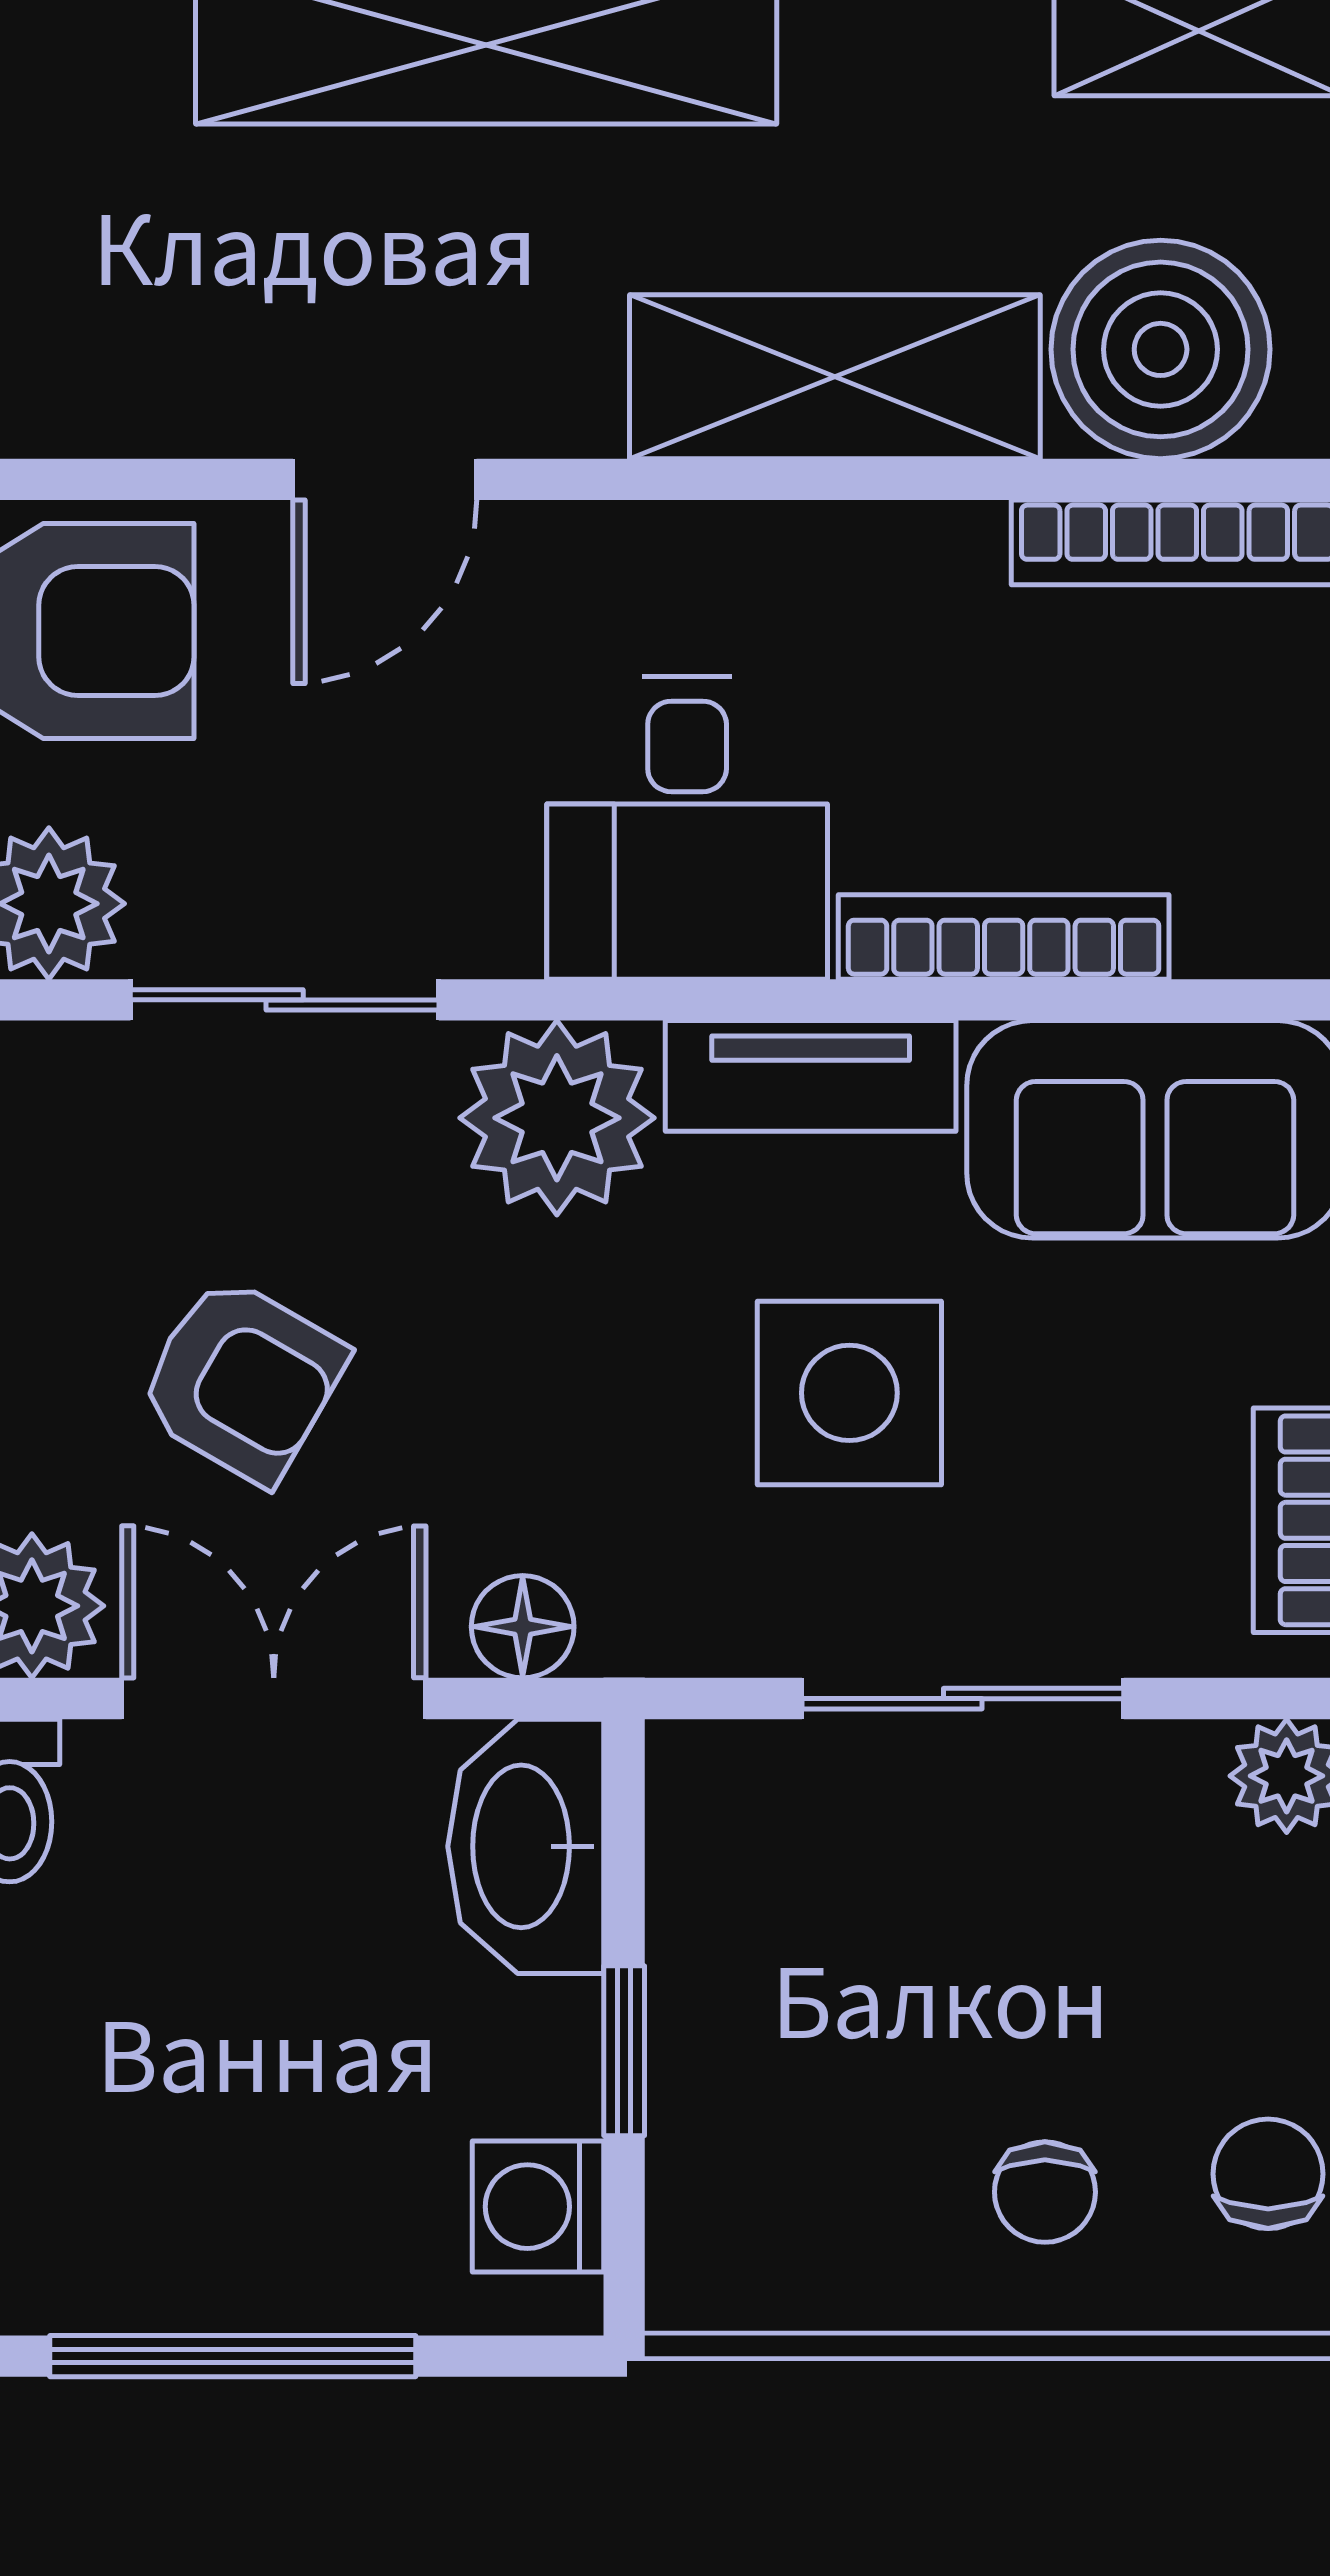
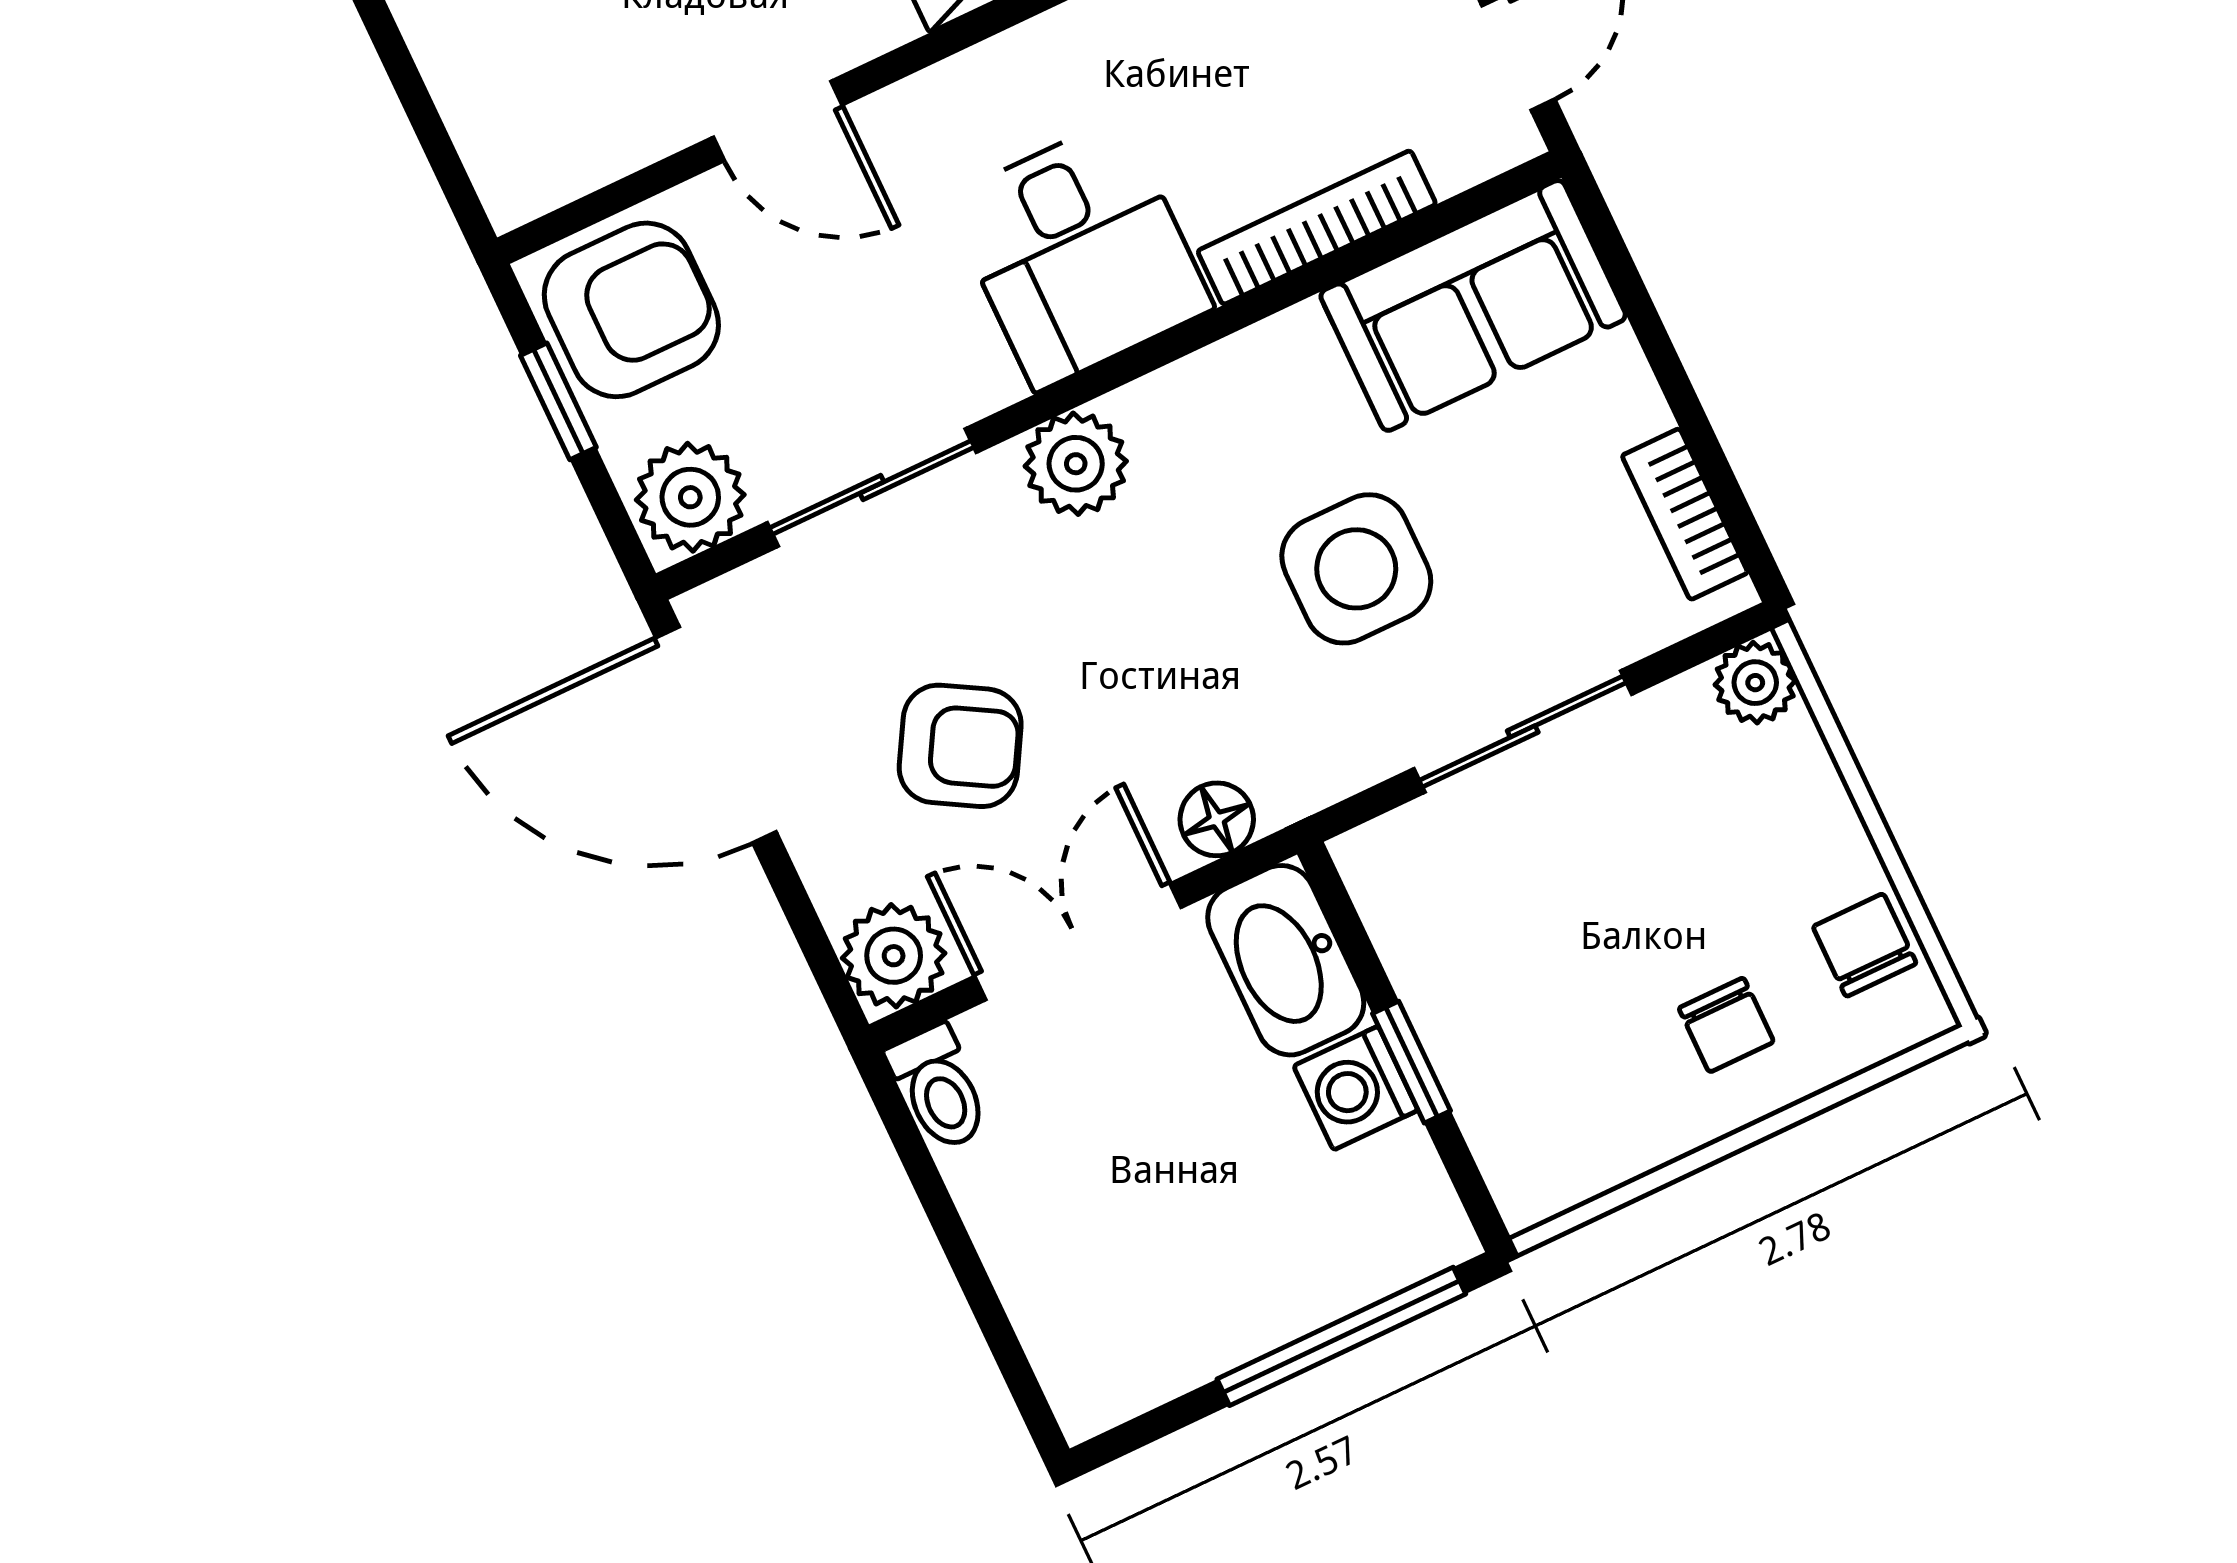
door: (385, 479) -> (778, 121), hinge flipped
tv unit: (811, 1076) -> (1235, 376), removed
plant: (557, 1118) -> (1076, 464), width x0.73, depth x0.73
washing machine: (538, 2207) -> (1356, 1088), moved
window: (233, 2356) -> (1341, 1336), moved

